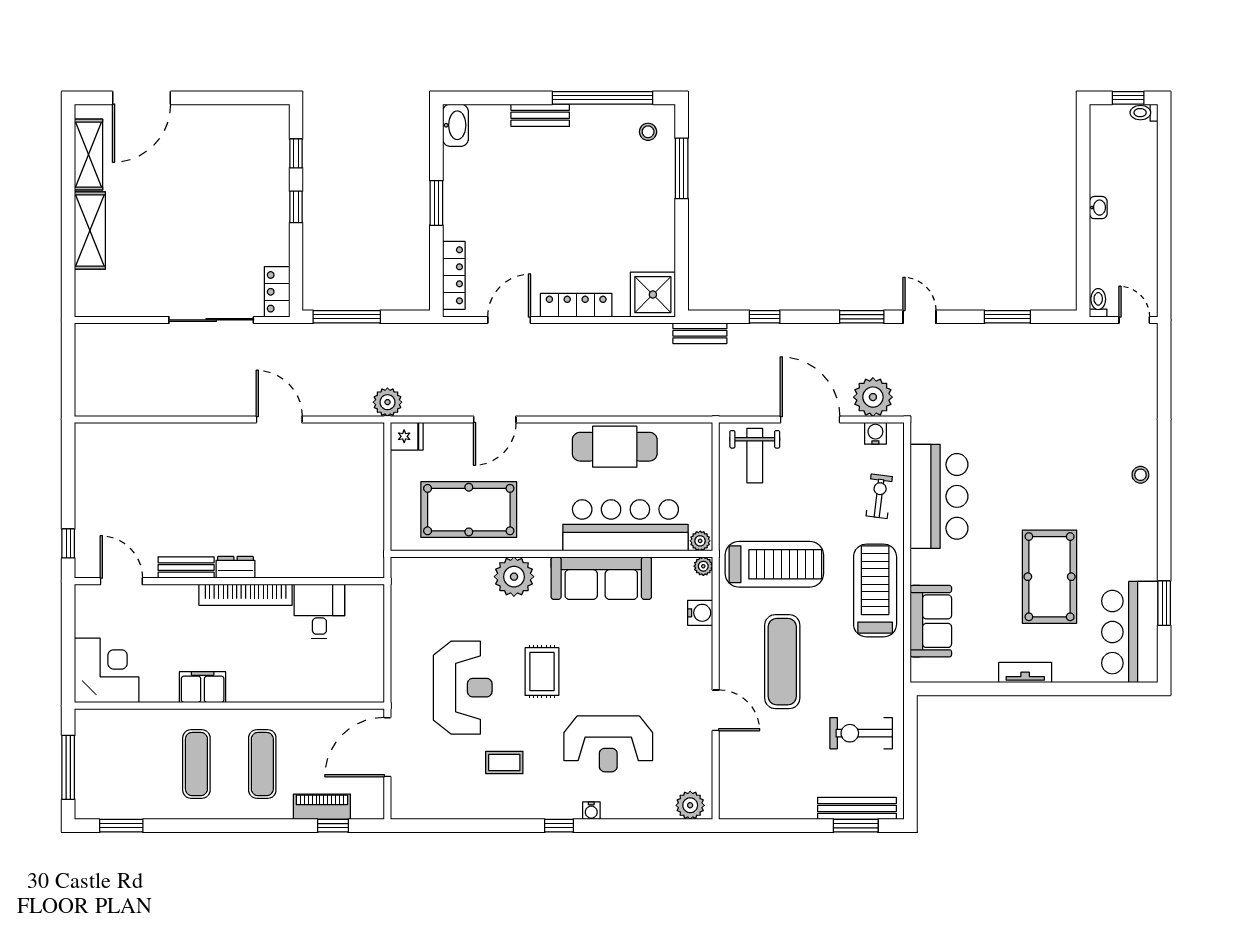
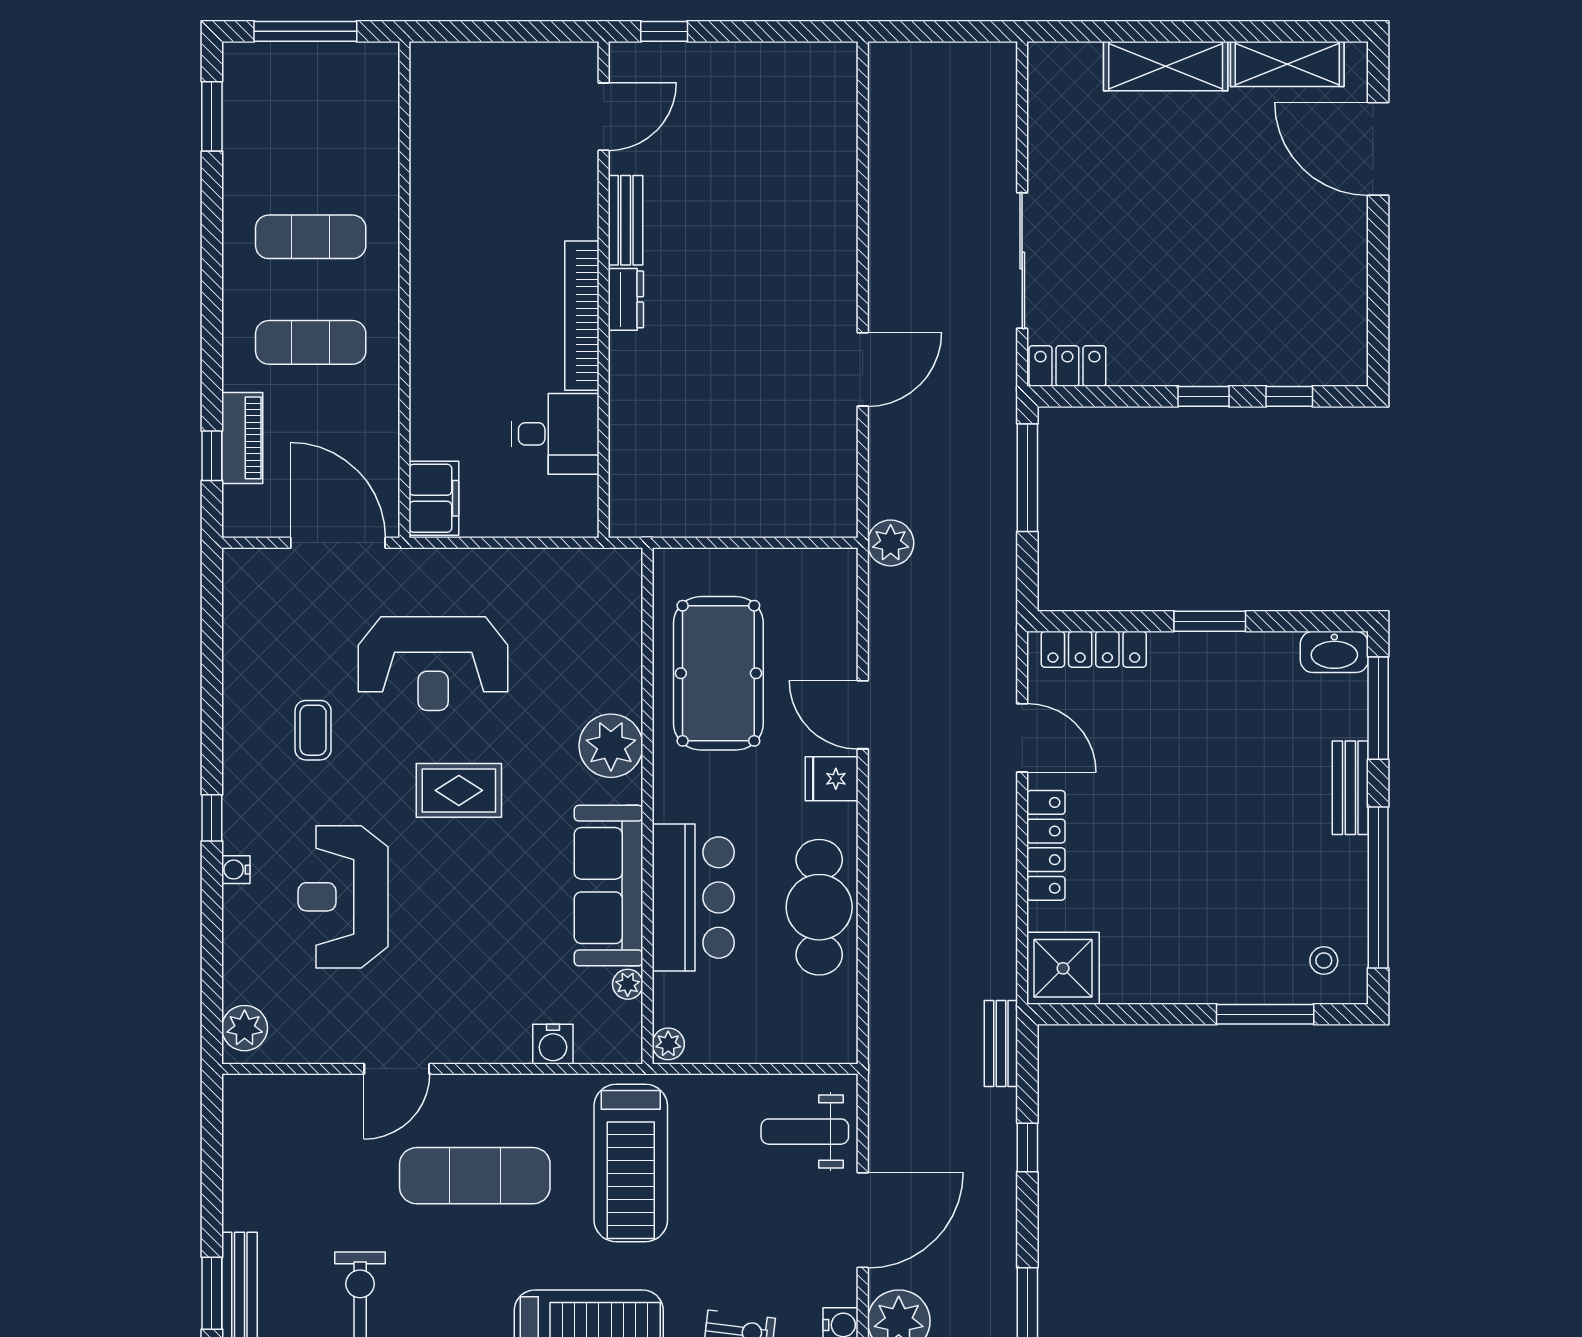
window: (491, 98) -> (1378, 708), added
fridge: (407, 436) -> (832, 779), moved, turned 90
bar counter: (625, 525) -> (693, 898), width x0.73
plant: (703, 566) -> (628, 984), moved
corner desk: (107, 670) -> (461, 93), removed
filing cabinet: (203, 687) -> (434, 498), moved

